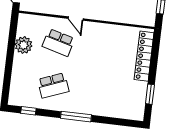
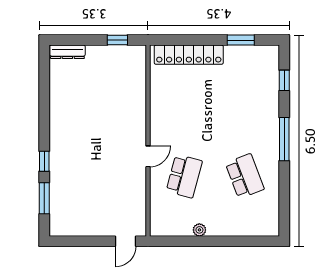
plant: (24, 45) -> (199, 230), width x0.53, depth x0.53
window: (28, 111) -> (284, 80), moved

